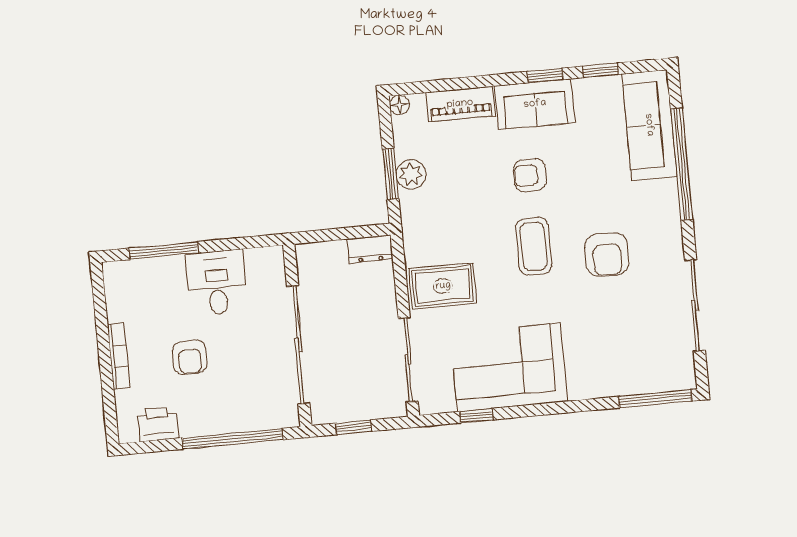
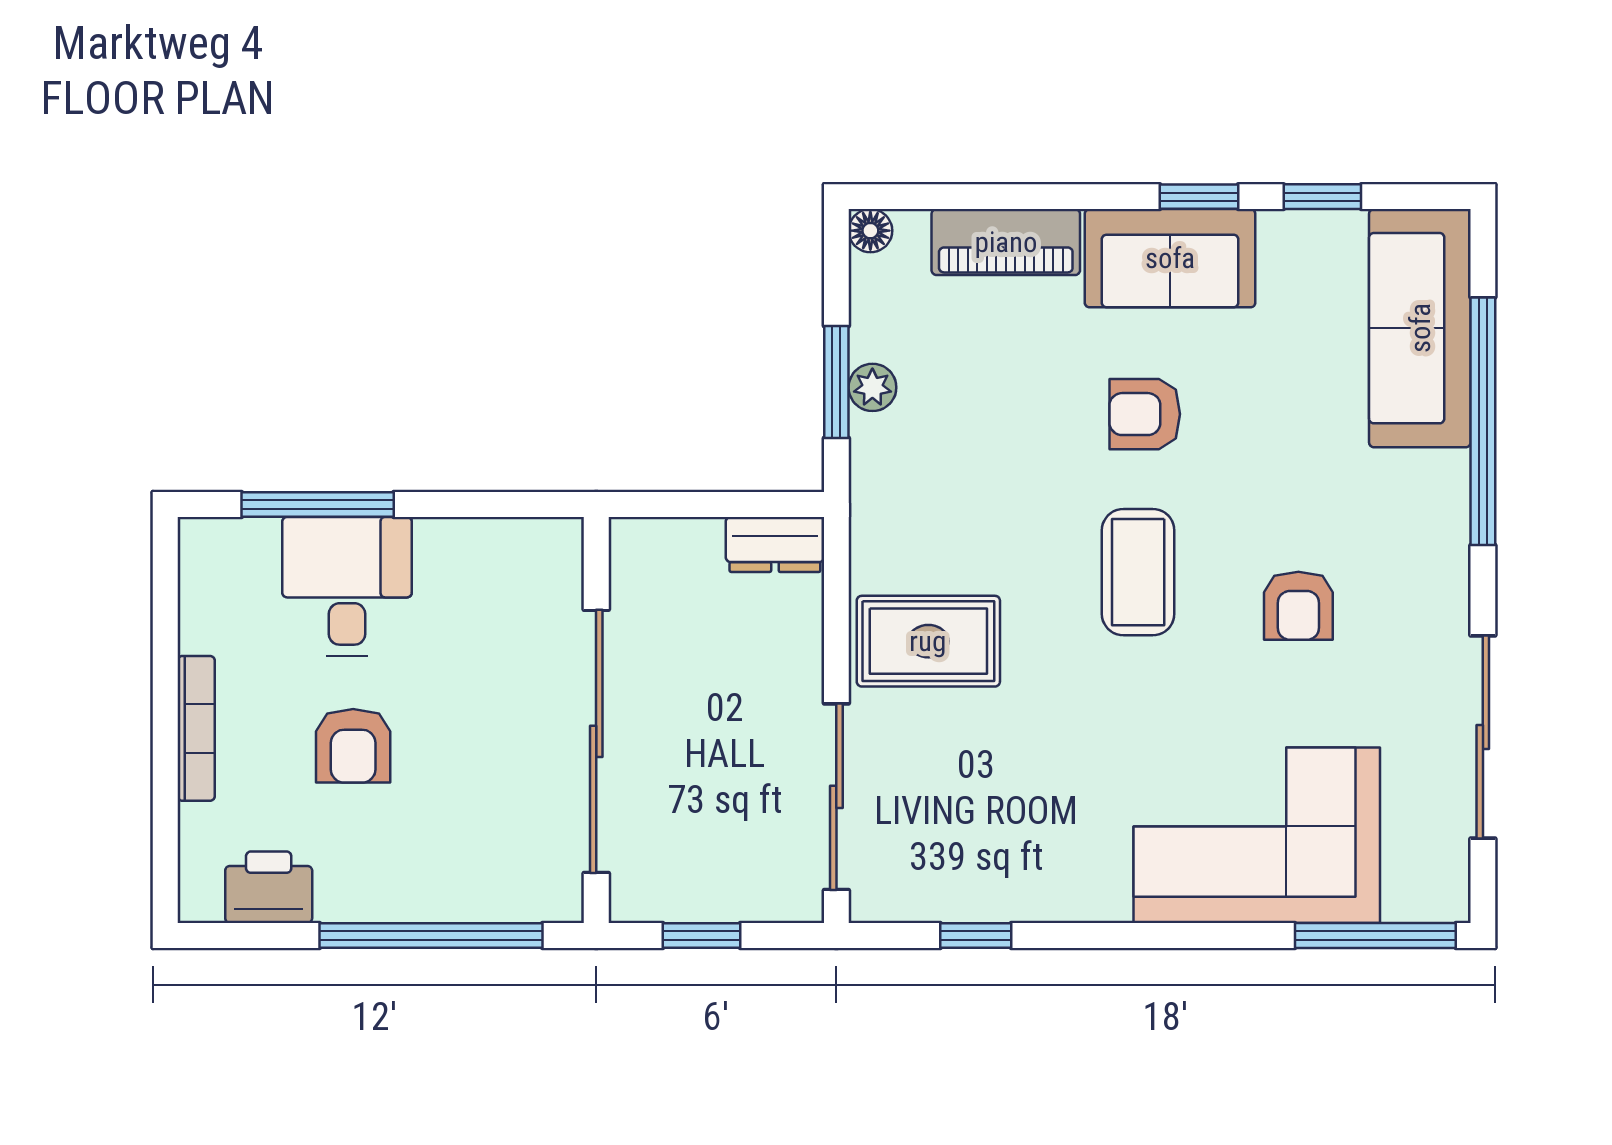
plant: (411, 174) -> (872, 387), width x0.73, depth x0.73
armchair: (607, 254) -> (1298, 606), width x0.72, depth x0.72
desk: (217, 283) -> (347, 586), moved
corner sofa: (509, 367) -> (1257, 835), moved

